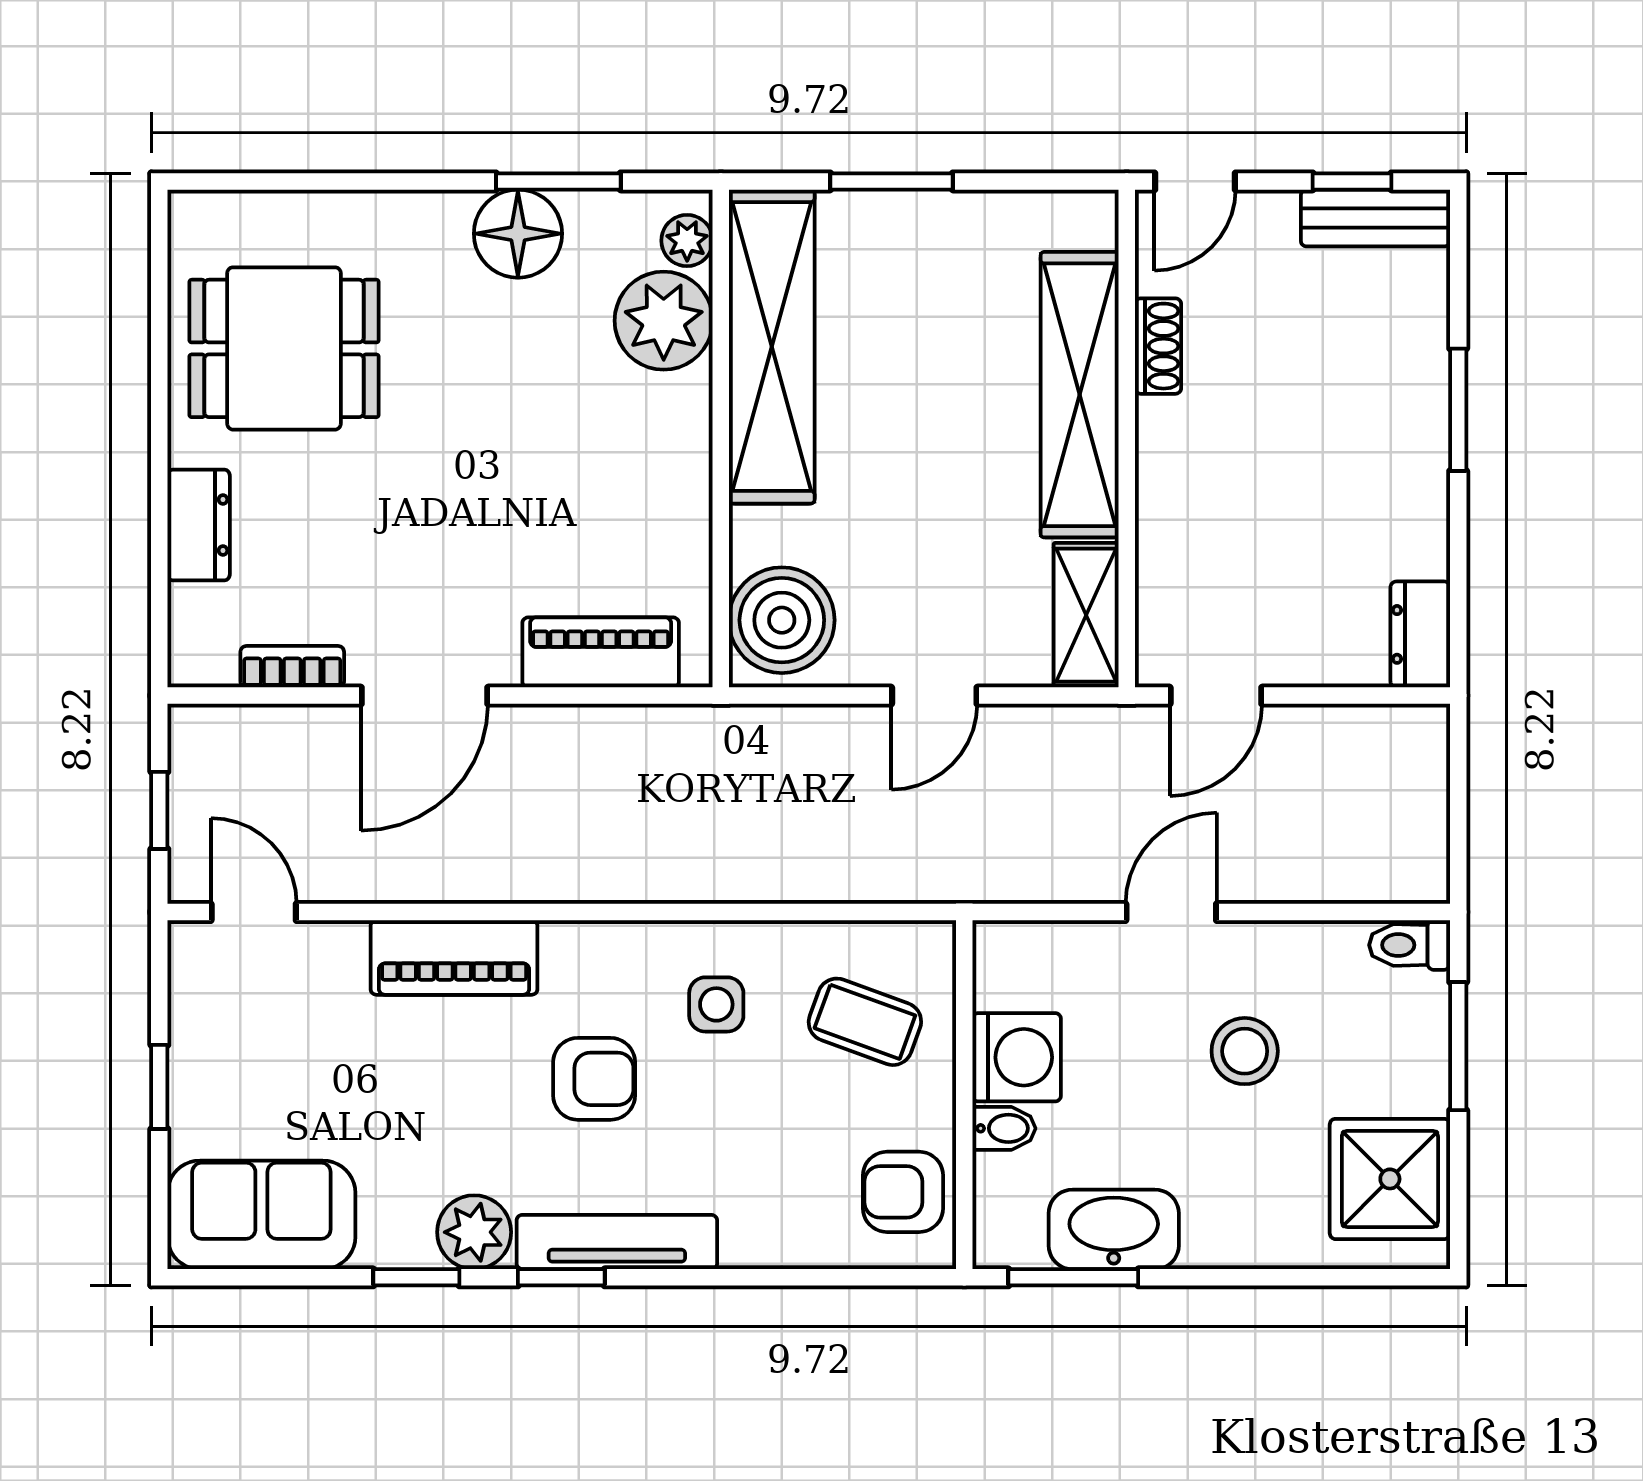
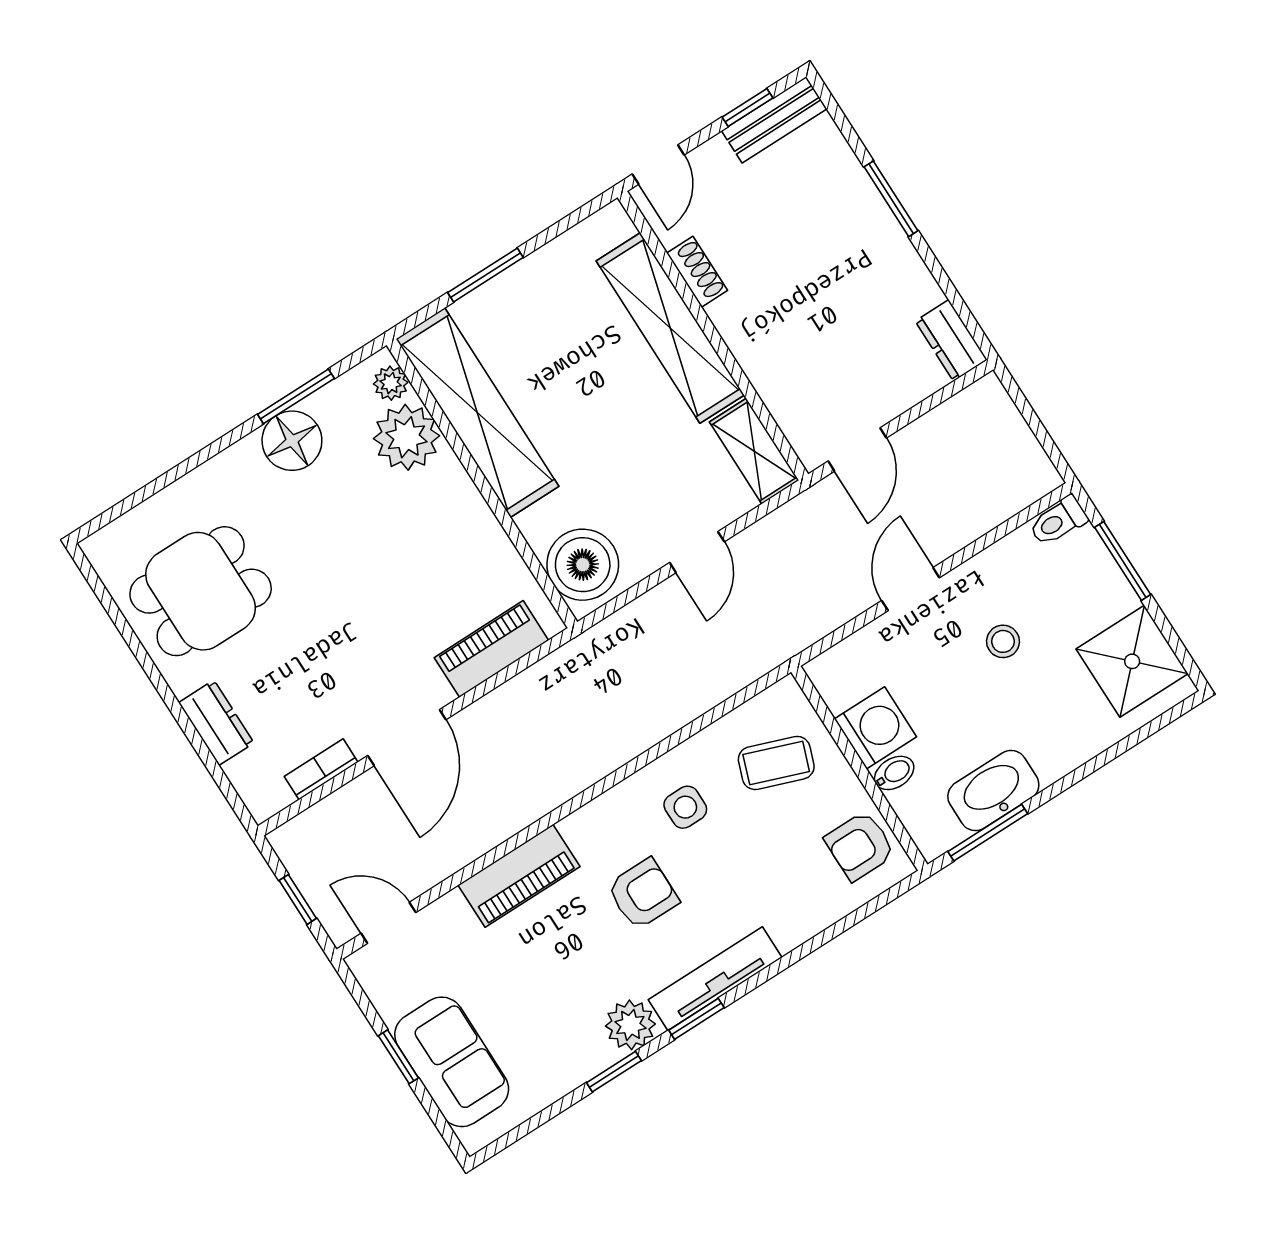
stool: (1245, 1051) -> (1003, 641), width x0.73, depth x0.73
sofa: (261, 1215) -> (452, 1062), moved, turned 90

